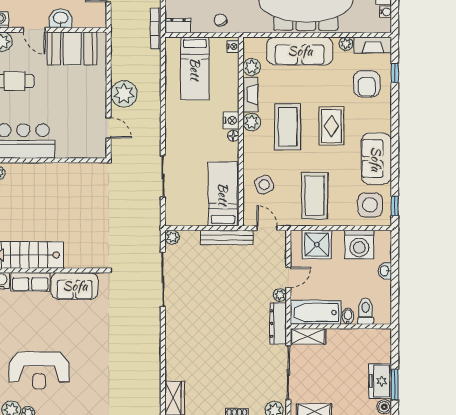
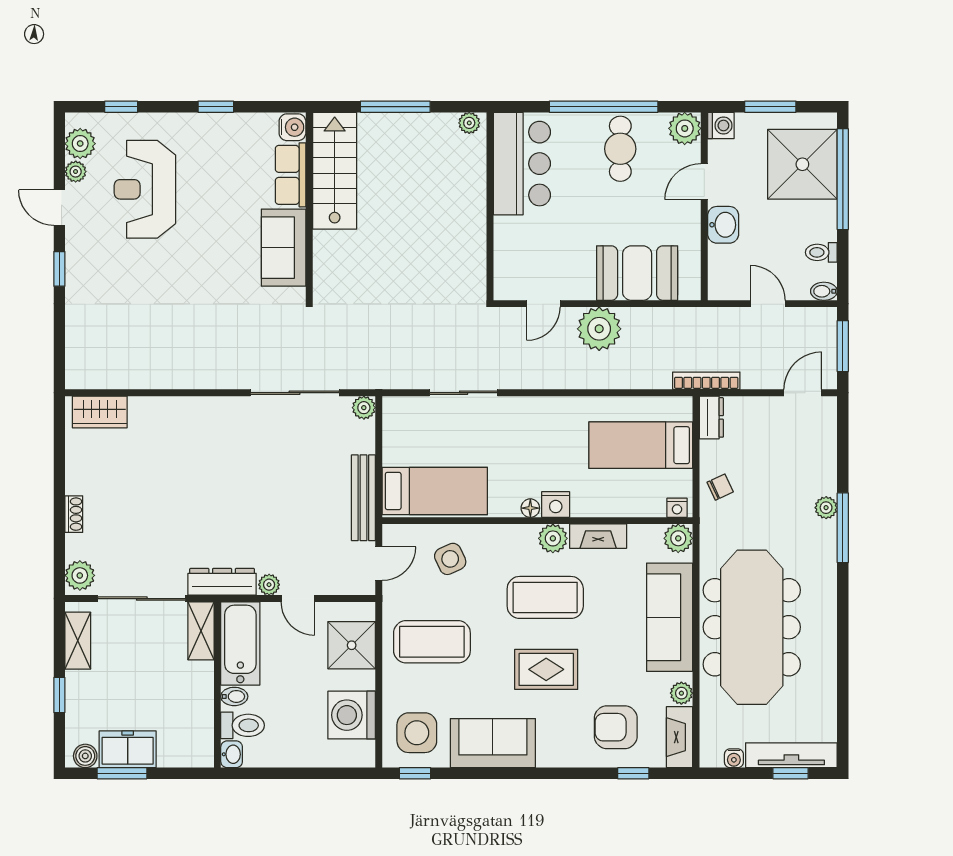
booth: (72, 48) -> (637, 273), moved, turned 90
plant: (252, 67) -> (678, 538), moved
washbasin: (385, 271) -> (232, 754), moved, turned 90

